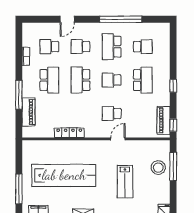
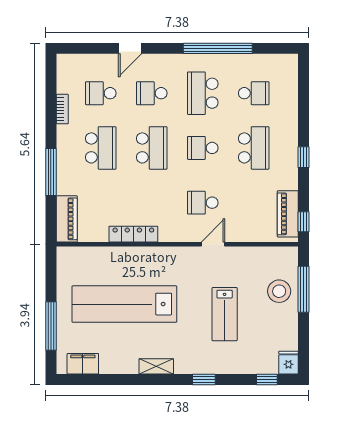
school desk: (80, 80) -> (152, 148), turned 180
piano: (29, 112) -> (67, 219), moved
lab bench: (64, 175) -> (124, 304), turned 180

